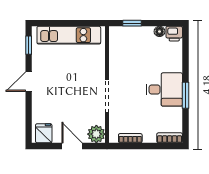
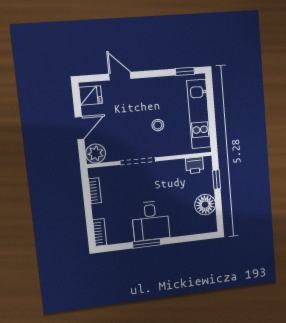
floor lamp: (160, 31) -> (205, 205), width x1.89, depth x1.89
printer: (174, 34) -> (195, 165), moved, turned -90
stool: (76, 75) -> (158, 125), added
door: (29, 82) -> (120, 76), moved

